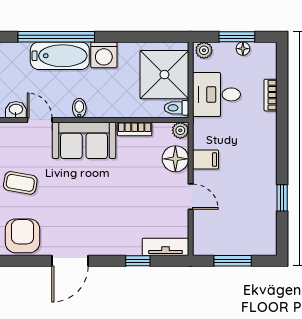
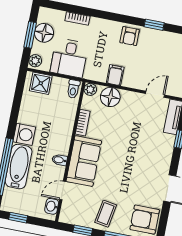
floor lamp: (243, 49) -> (44, 33), width x1.89, depth x1.89
shower: (164, 75) -> (41, 83), width x0.54, depth x0.54
armchair: (261, 169) -> (130, 36), added
door: (191, 197) -> (155, 94), moved

